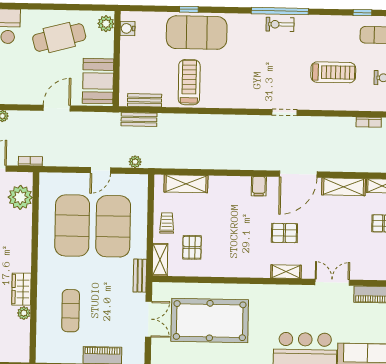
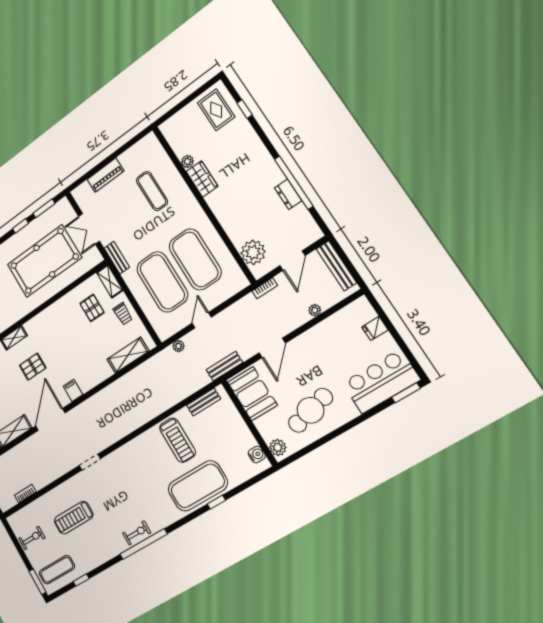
bench: (139, 120) -> (224, 366), moved

